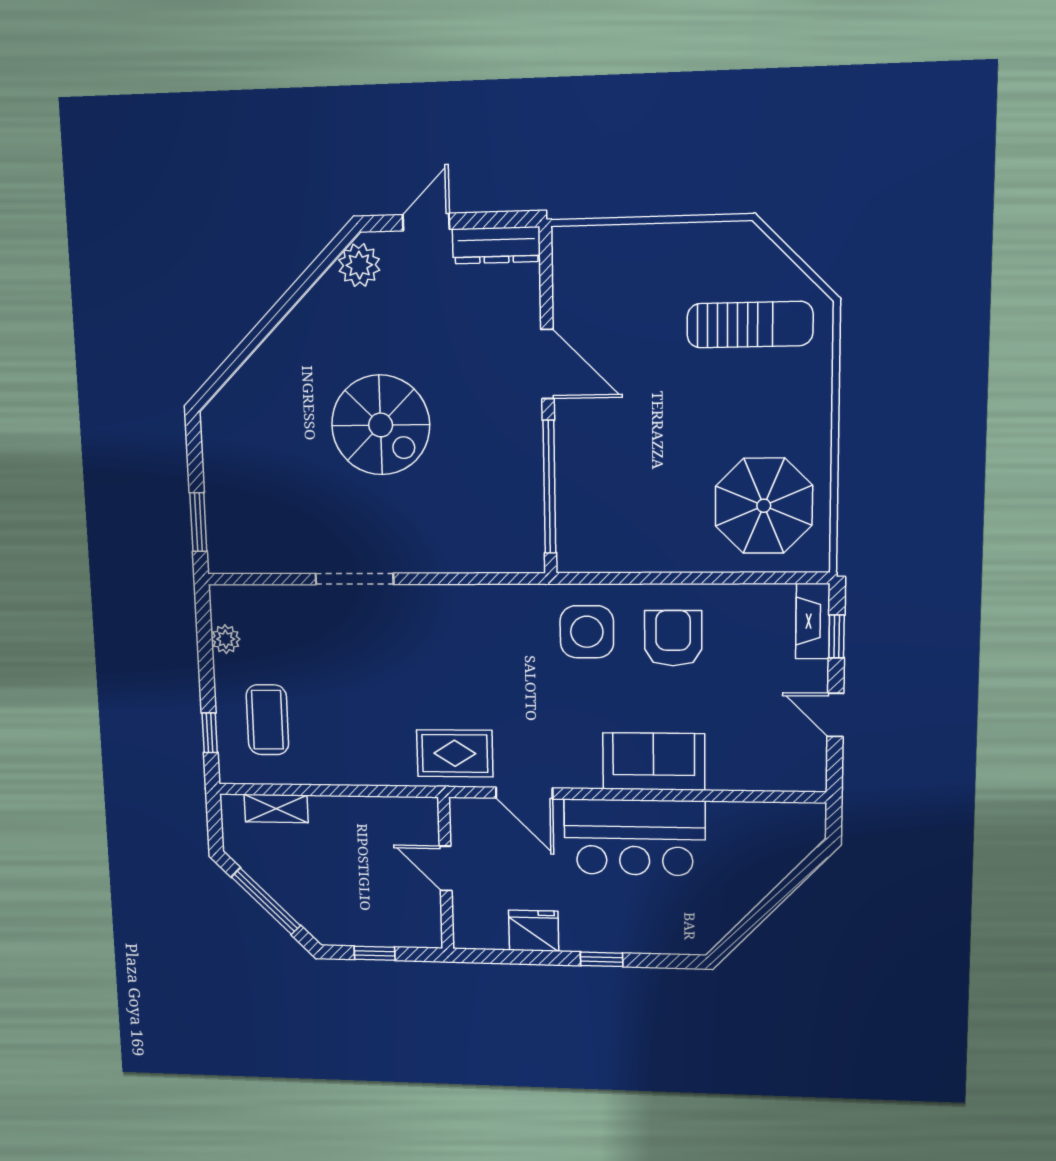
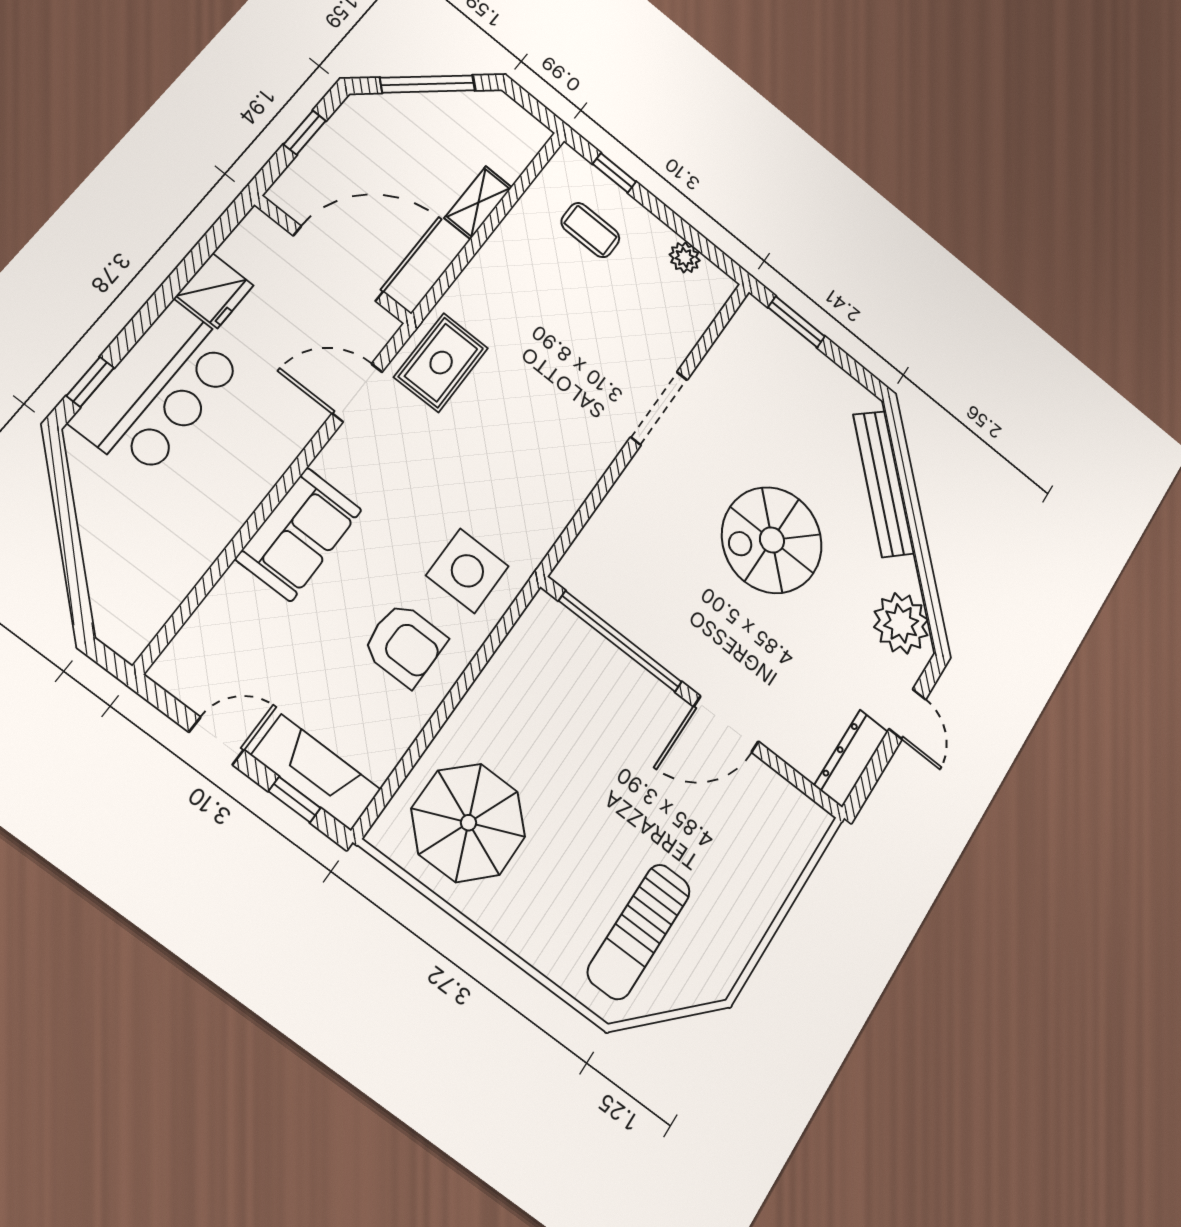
plant: (359, 265) -> (901, 623), width x1.36, depth x1.36
bench: (263, 366) -> (884, 484), added
fireplace: (813, 621) -> (316, 772), width x1.37, depth x1.32
coffee table: (267, 720) -> (590, 230), width x0.73, depth x0.77
shelving: (276, 809) -> (478, 203), moved
bar counter: (634, 837) -> (159, 390), moved, turned 180
door: (446, 868) -> (338, 264), width x1.87
window: (602, 959) -> (90, 382), moved

